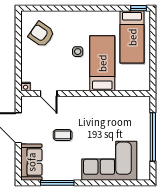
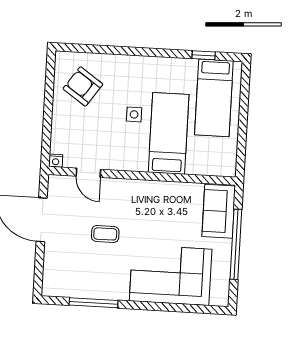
window: (139, 8) -> (204, 55), moved
sofa: (31, 162) -> (219, 211), moved, turned 180

